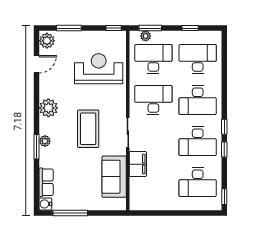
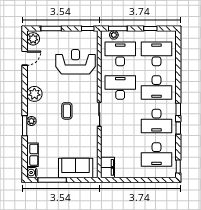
coffee table: (88, 129) -> (67, 111), width x0.54, depth x0.58
filing cabinet: (138, 164) -> (108, 167), moved
sofa: (114, 177) -> (76, 168), moved, turned 90

